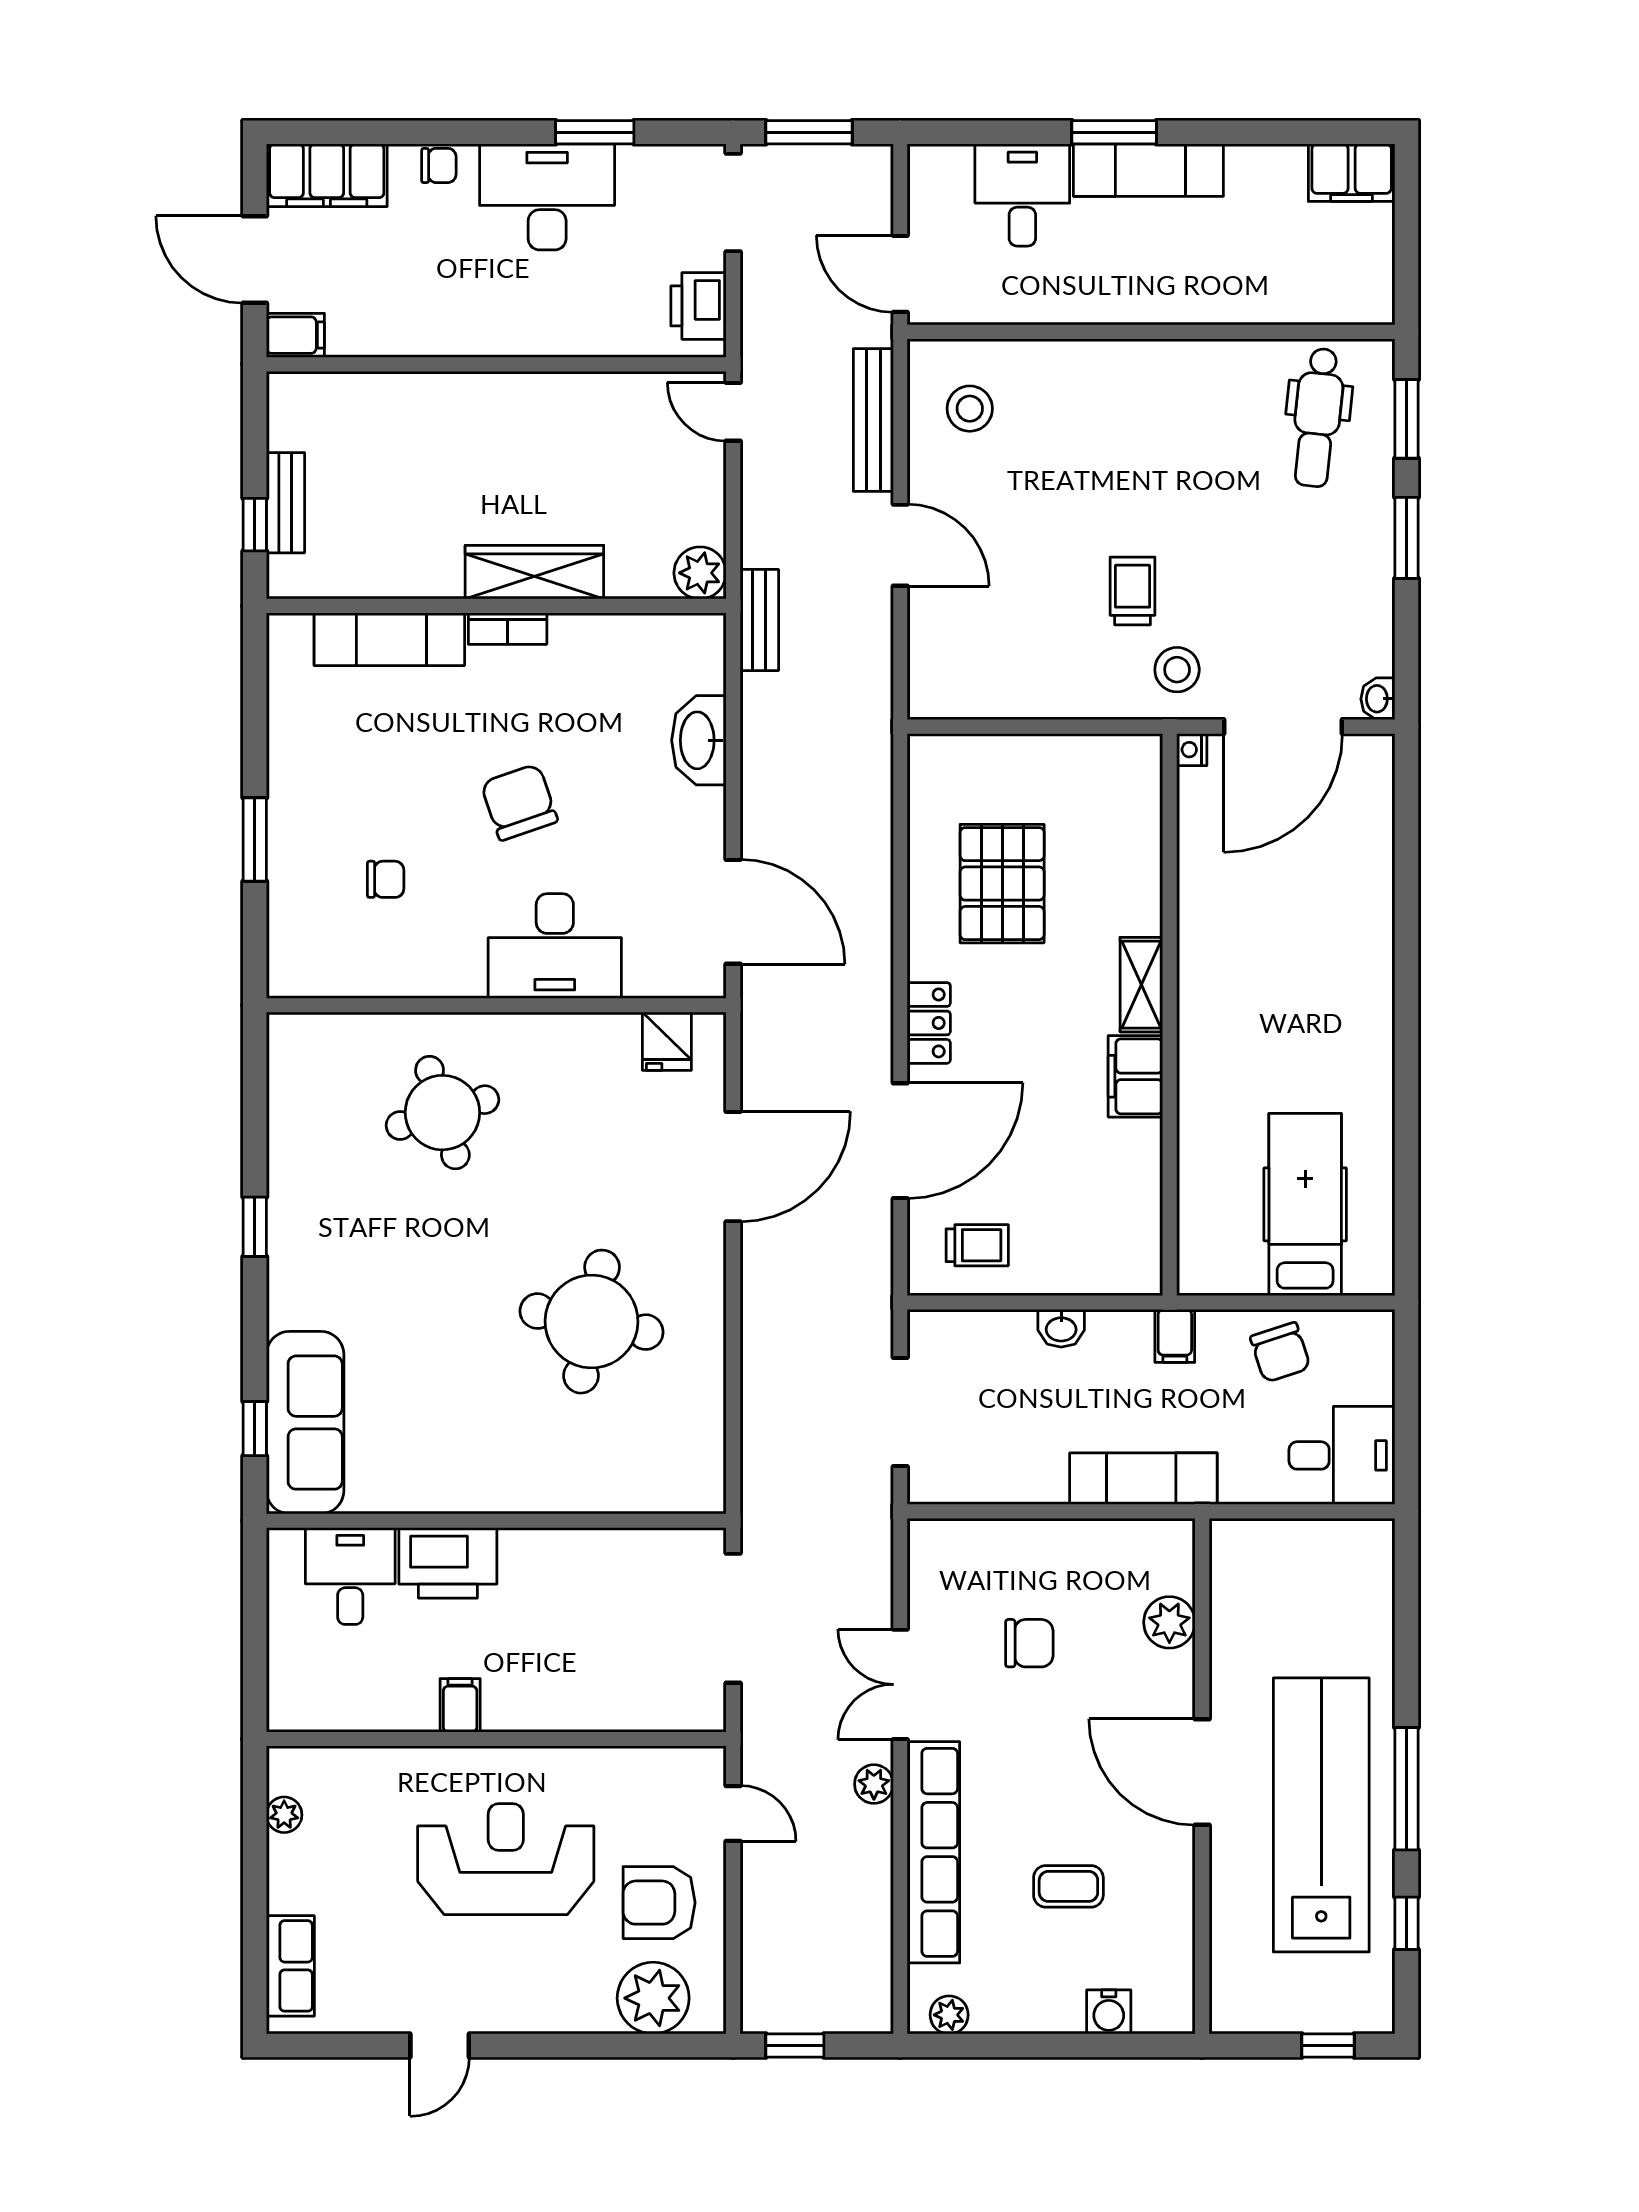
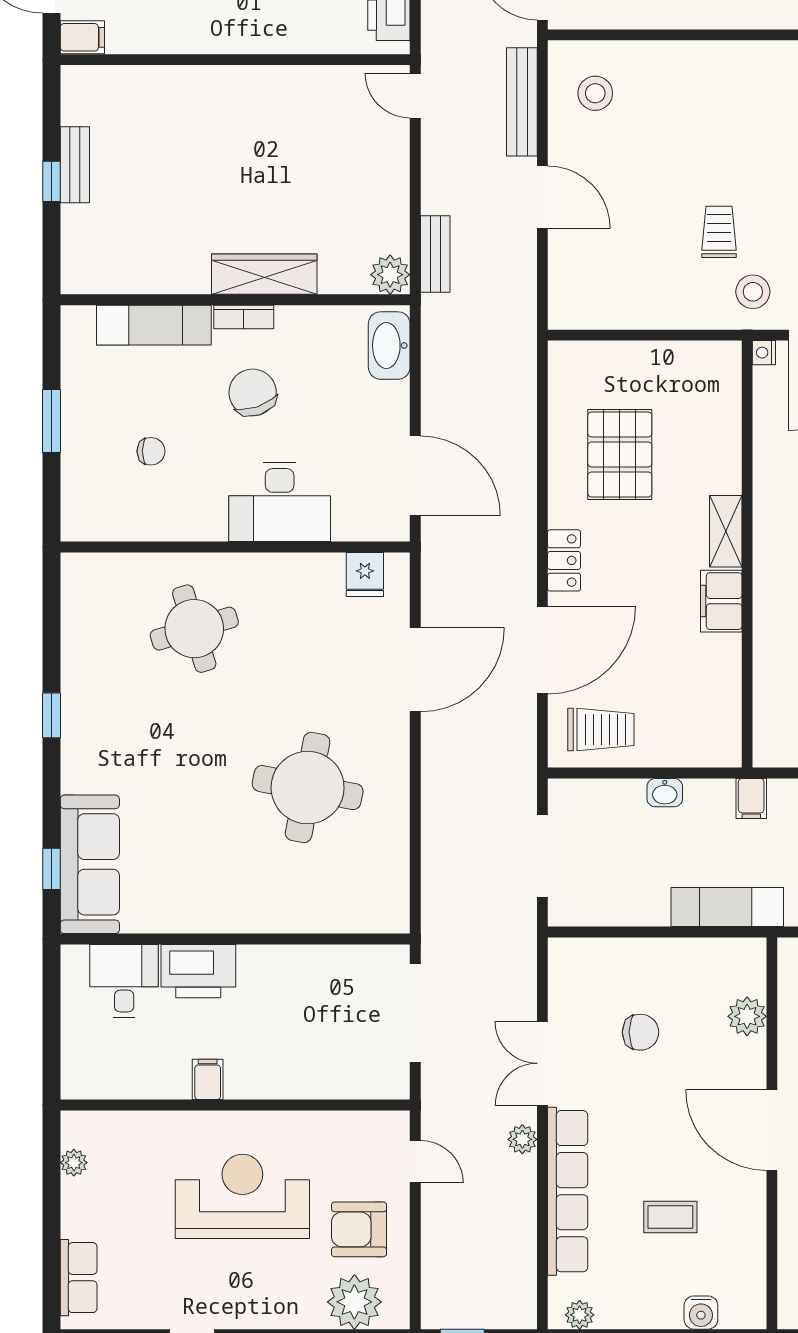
wardrobe: (534, 572) -> (264, 274), moved
plant: (700, 573) -> (390, 275), moved
wall: (496, 606) -> (235, 300), moved
bookcase: (508, 629) -> (244, 317), moved
exam couch: (389, 639) -> (154, 325), moved
trolley: (977, 1245) -> (601, 730), width x1.36, depth x1.39

